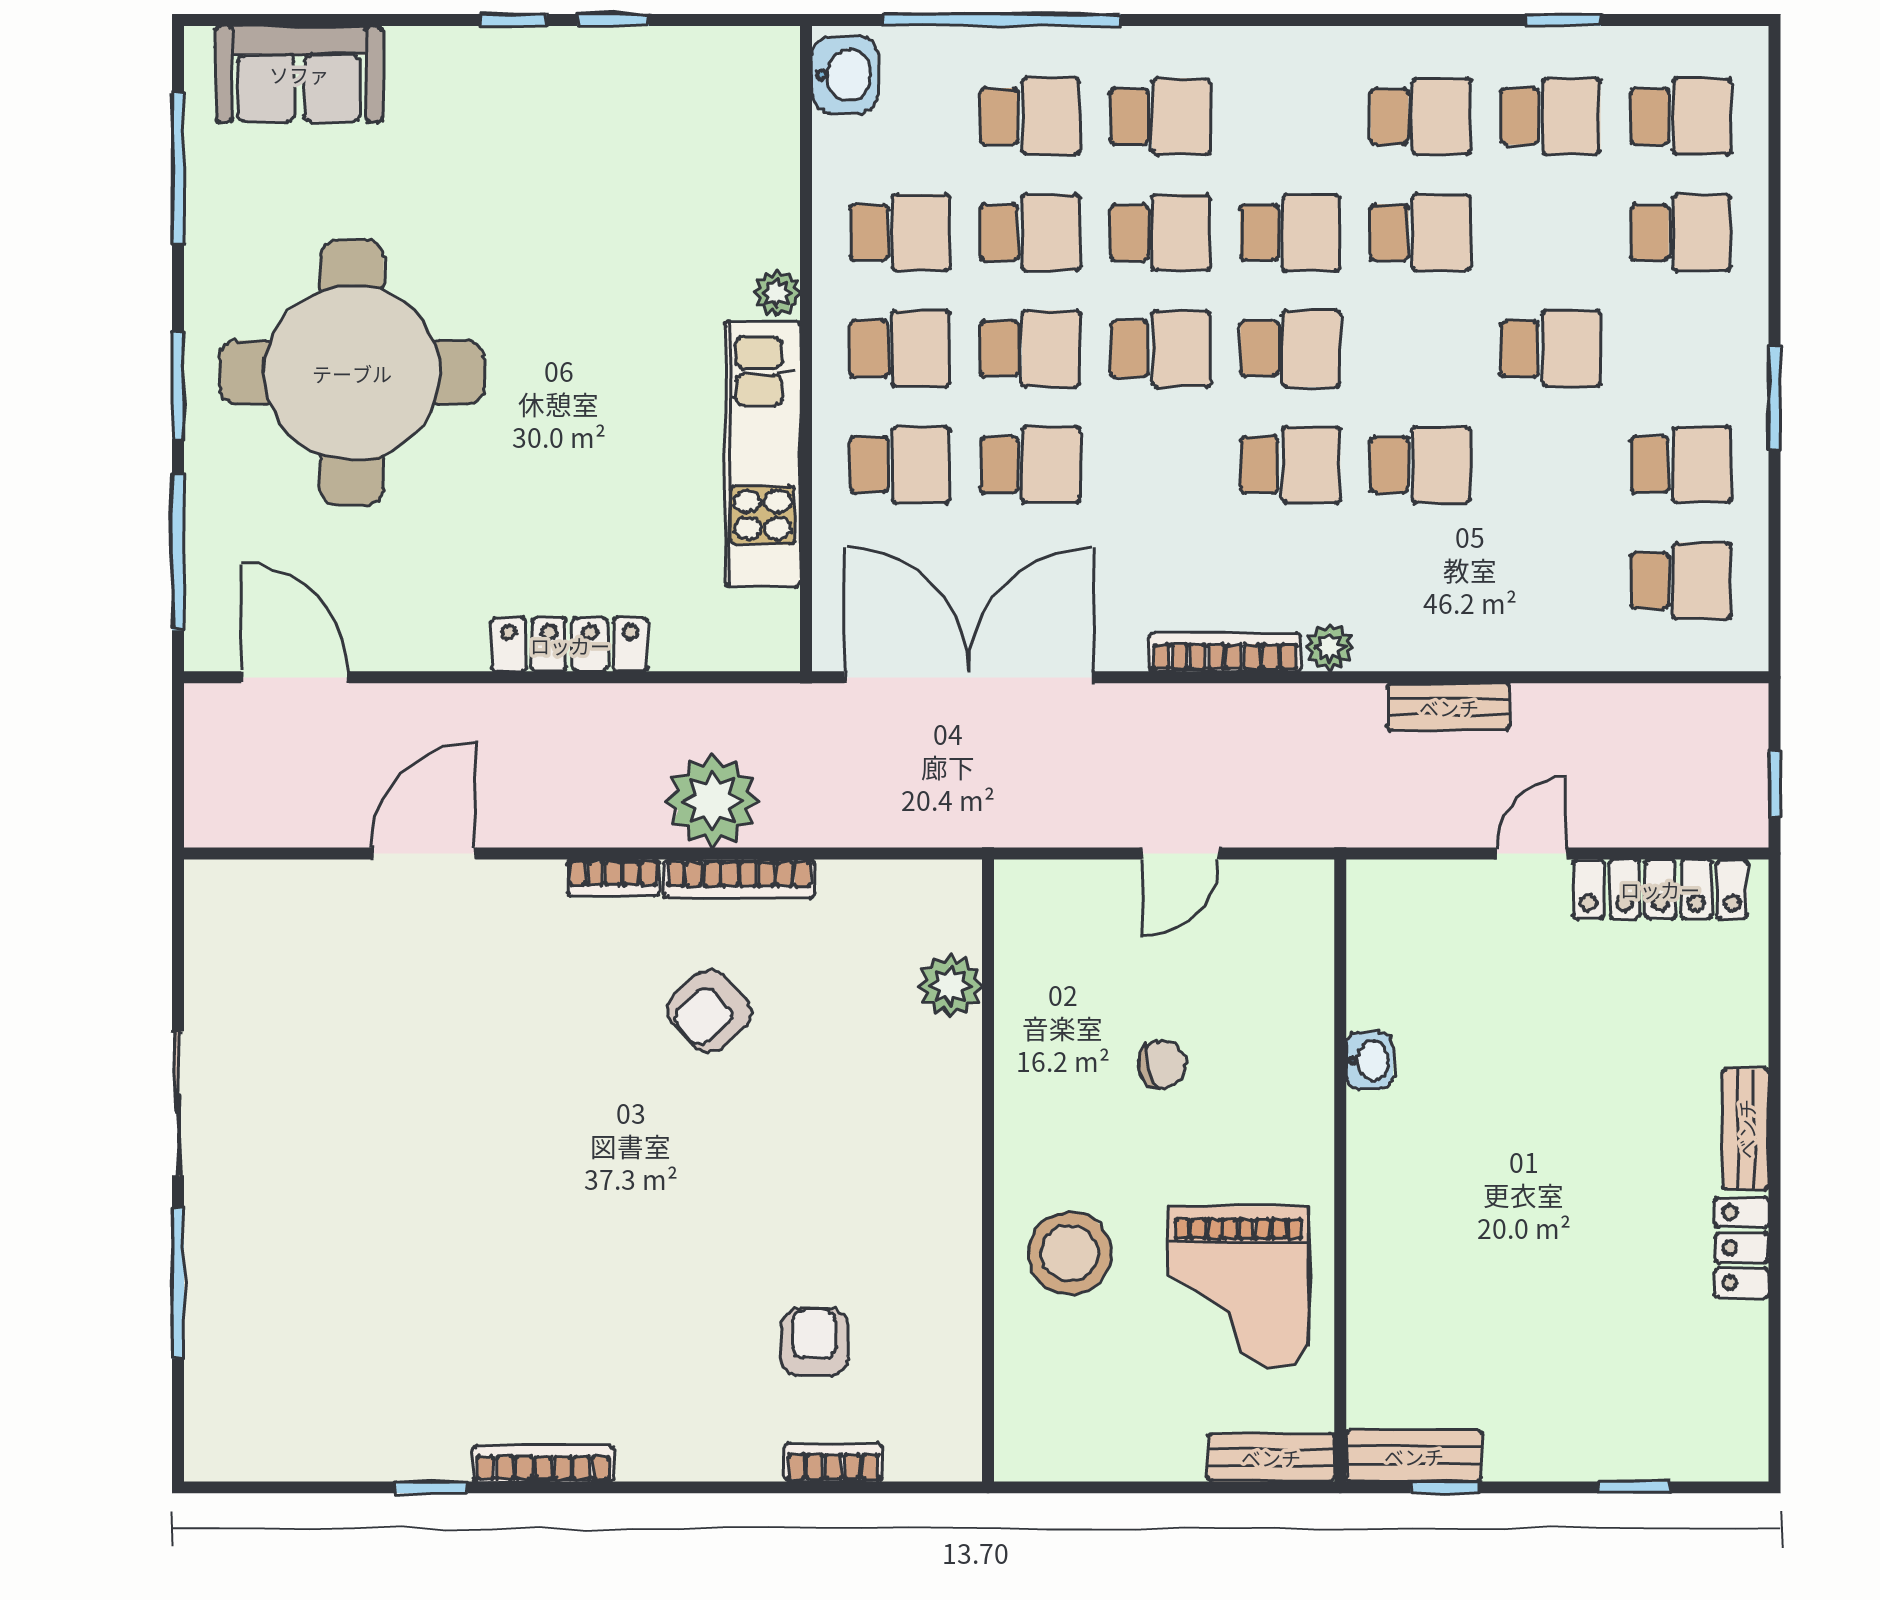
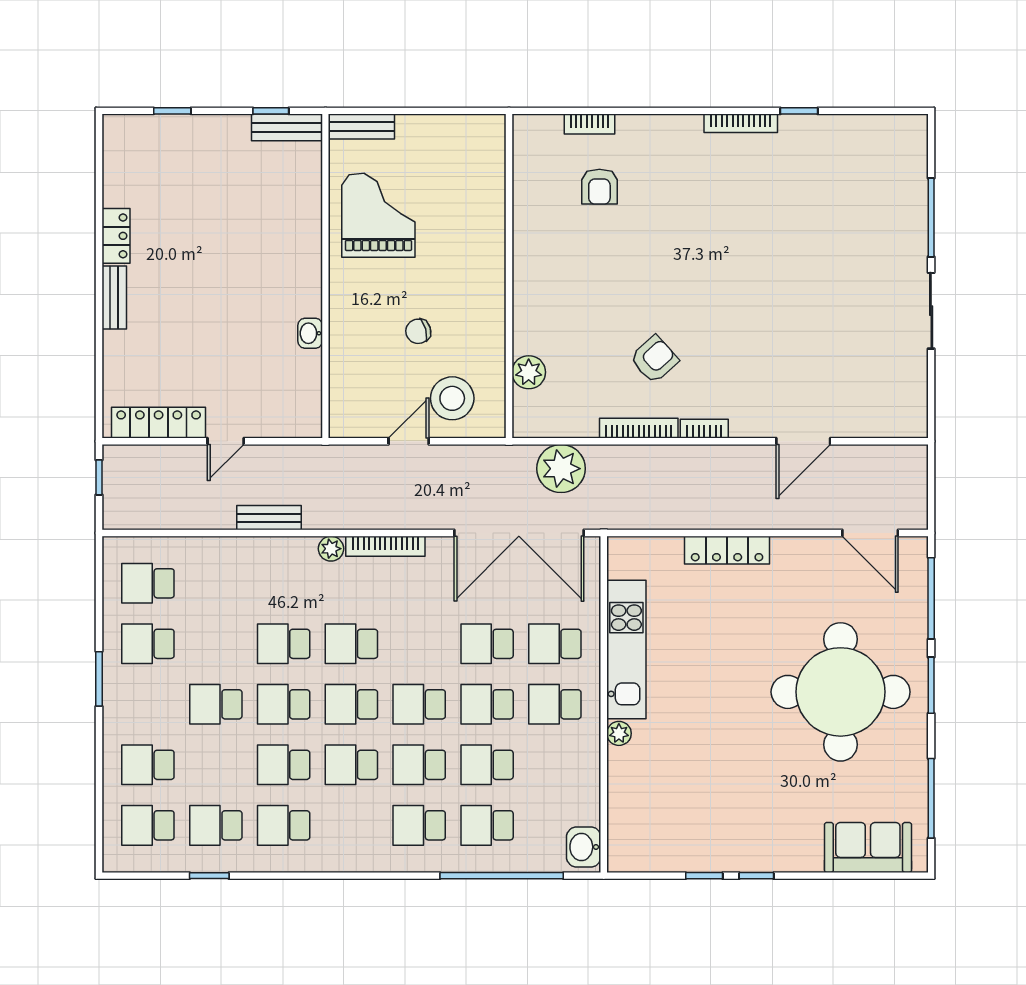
school desk: (900, 233) -> (284, 704), moved
plant: (712, 801) -> (561, 469), moved
stool: (1070, 1253) -> (452, 398), moved

